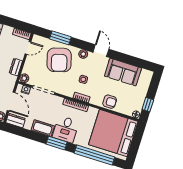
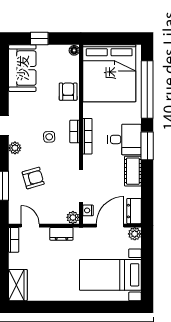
armchair: (59, 60) -> (33, 178), width x0.53, depth x0.53
sofa: (123, 72) -> (22, 68), moved
window: (148, 105) -> (39, 38), moved

